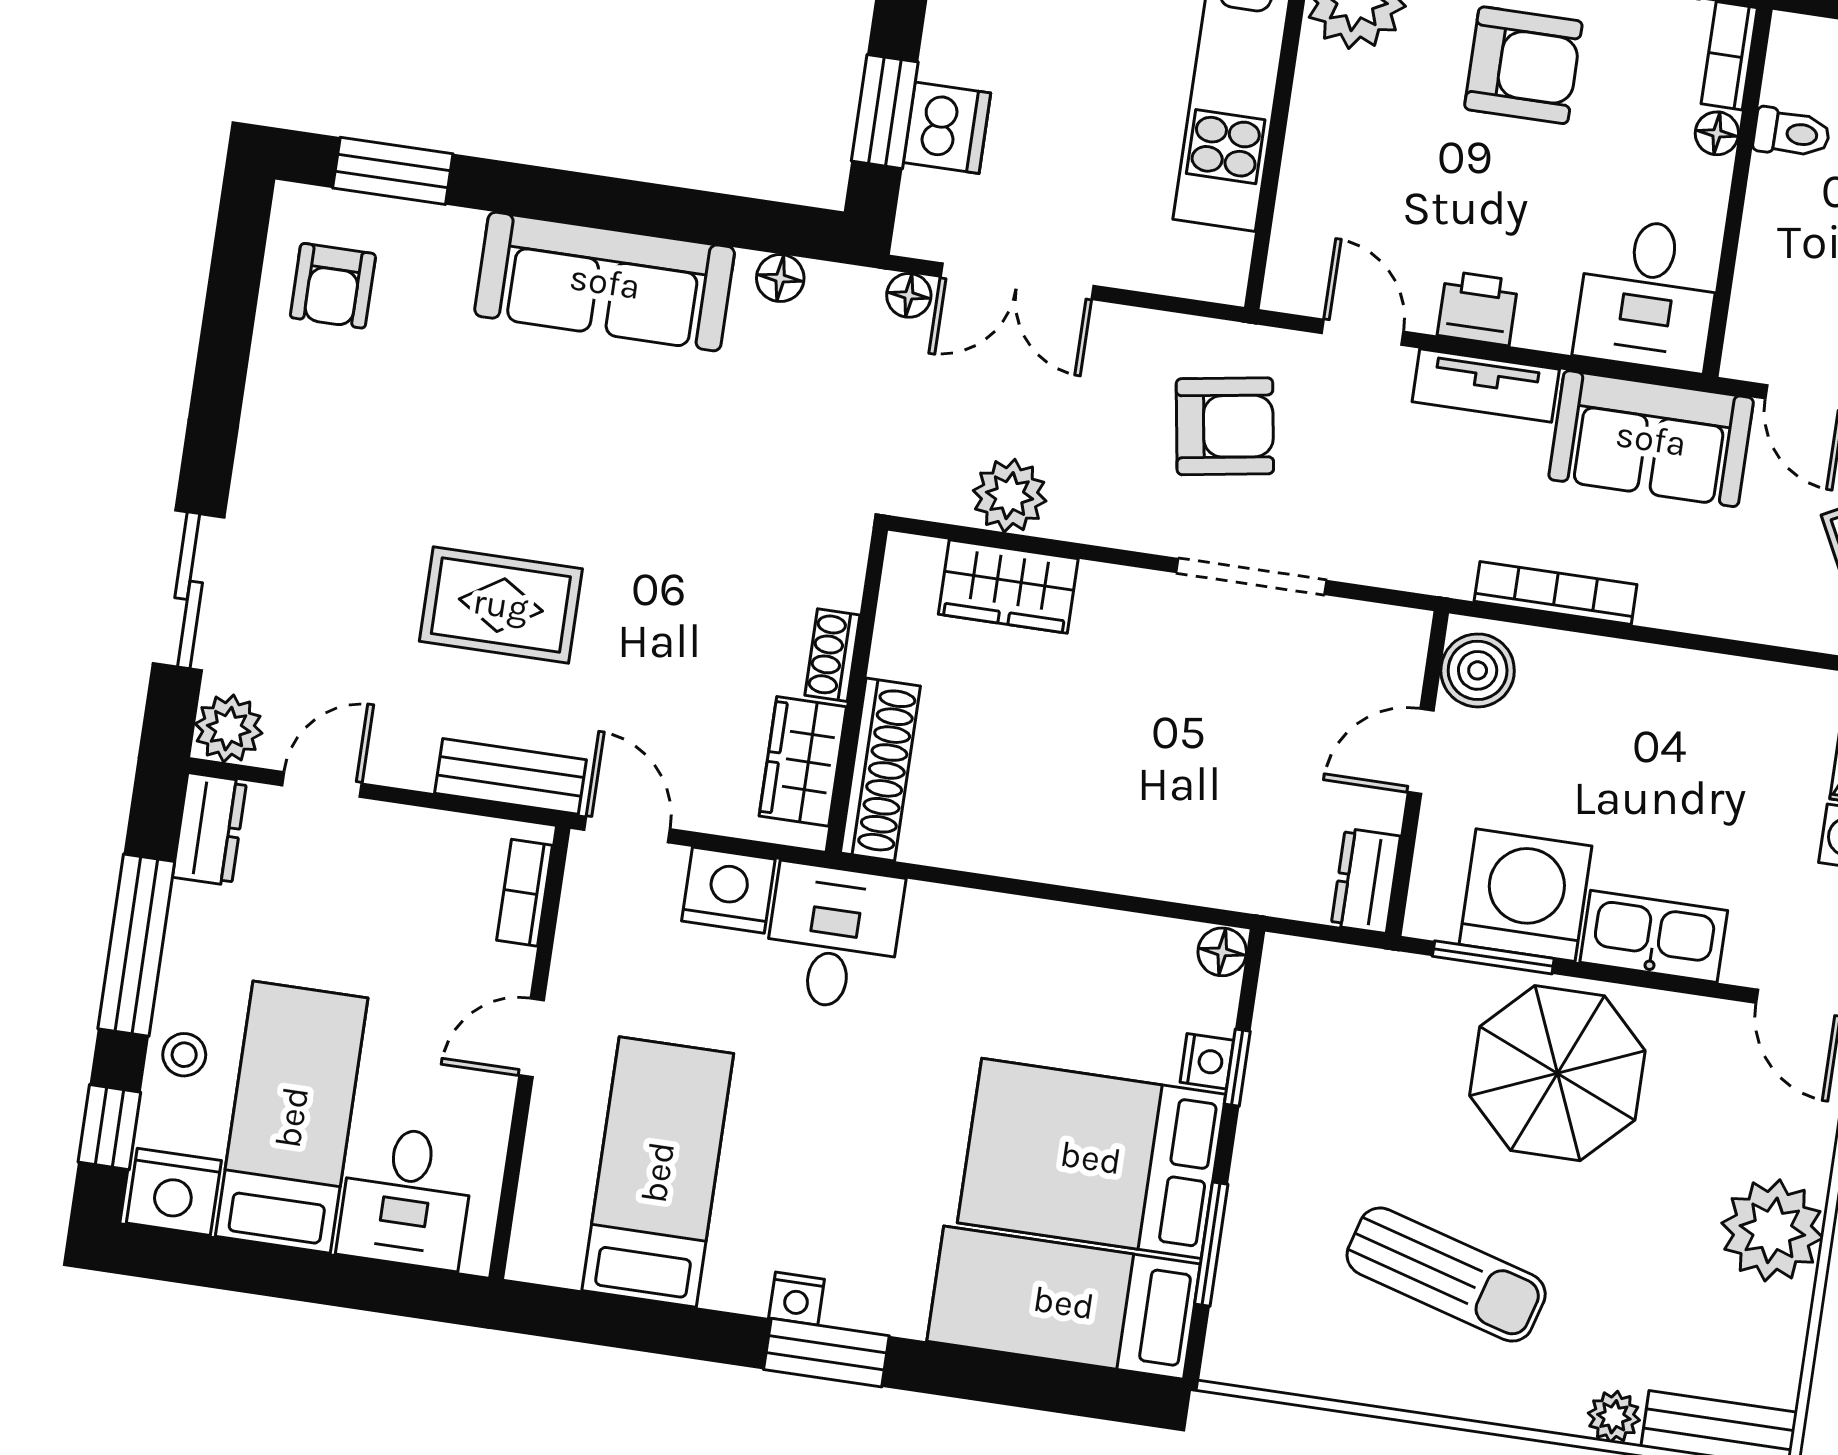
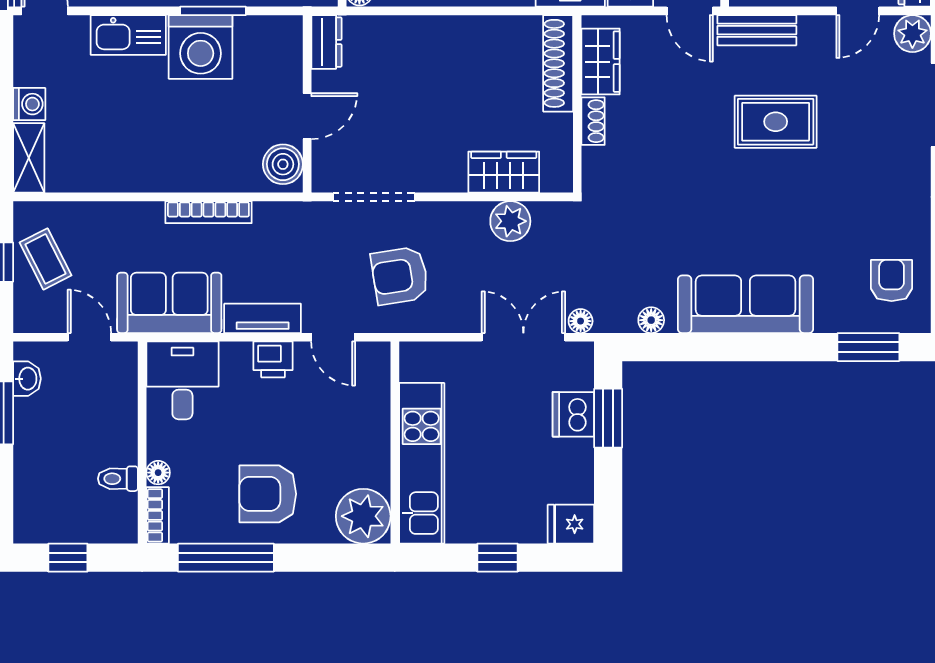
boiler: (1478, 670) -> (283, 164), moved
door: (1421, 751) -> (307, 116), moved
wall: (1417, 774) -> (307, 104), moved
dresser: (1366, 881) -> (326, 42), moved

